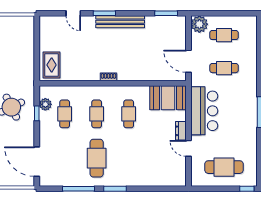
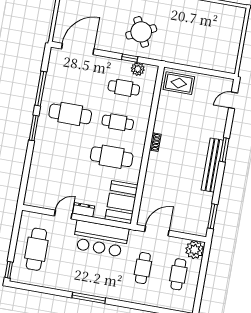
door: (73, 13) -> (233, 100), moved
cafe table: (129, 114) -> (112, 157), width x1.37, depth x1.35

